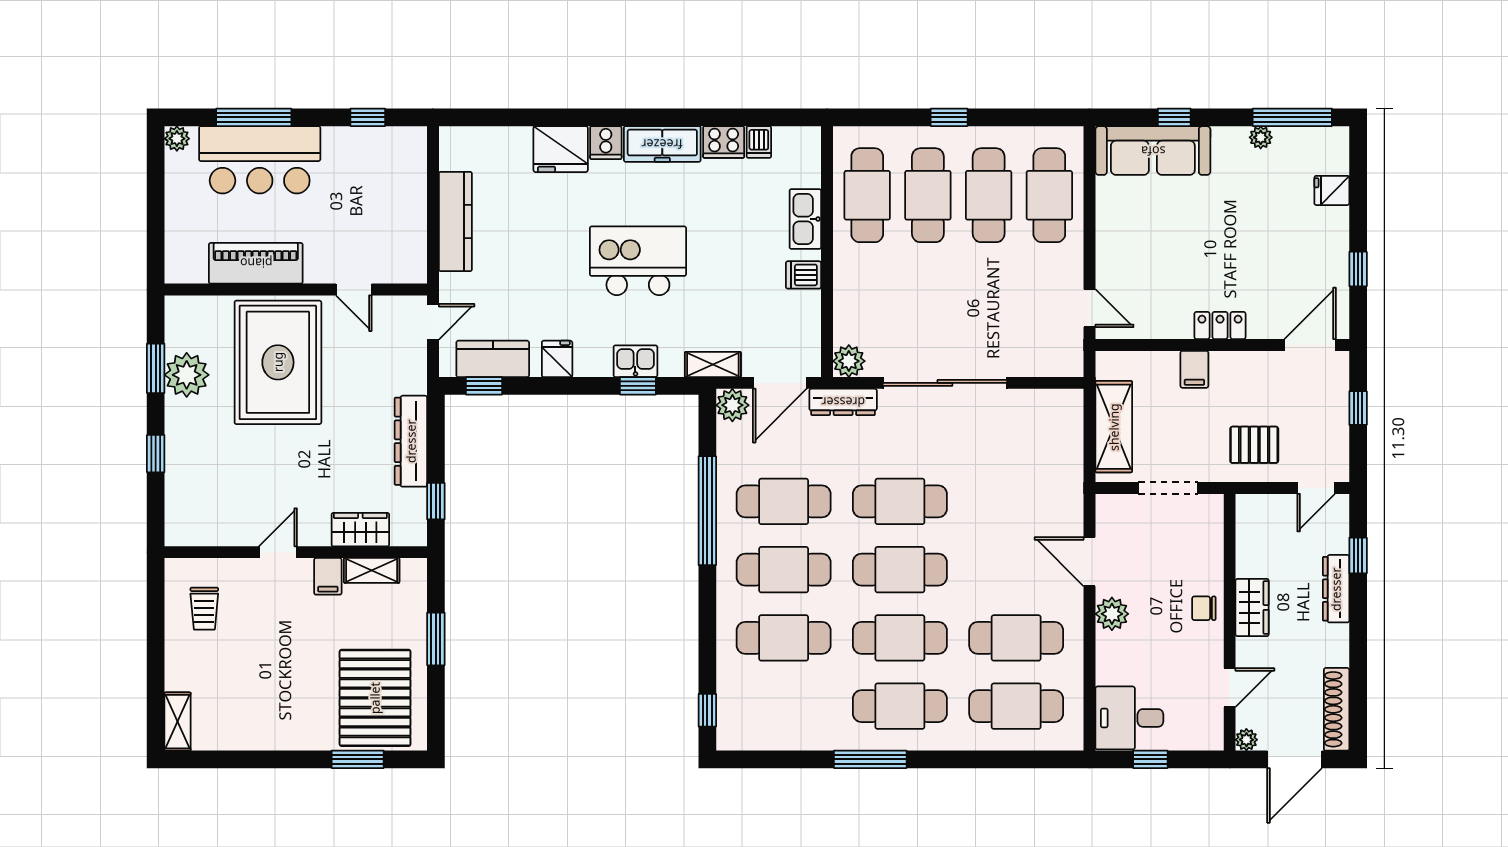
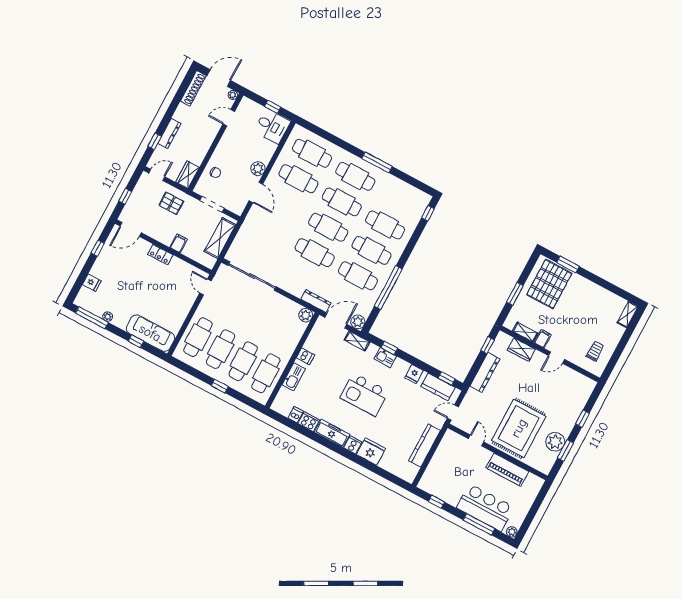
sliding door: (945, 383) -> (252, 276), moved
wardrobe: (1252, 607) -> (188, 175), moved
chair: (1204, 608) -> (215, 173), moved

